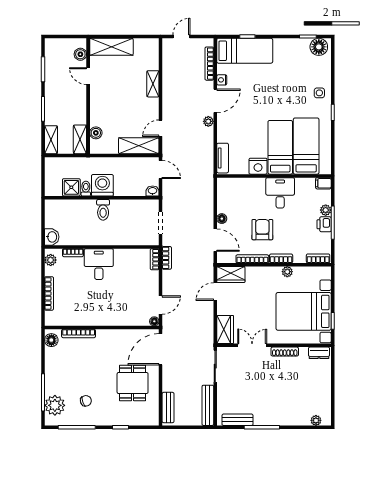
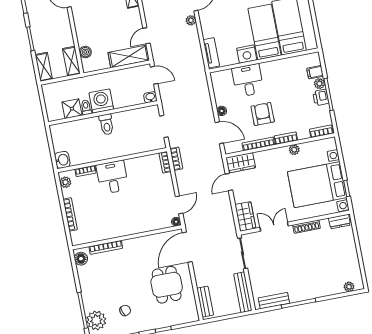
filing cabinet: (323, 183) -> (315, 72), moved
desk: (280, 193) -> (248, 80), moved

